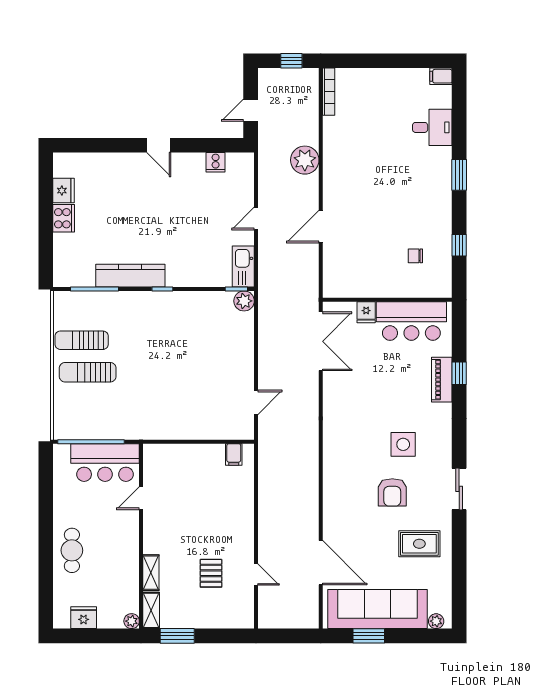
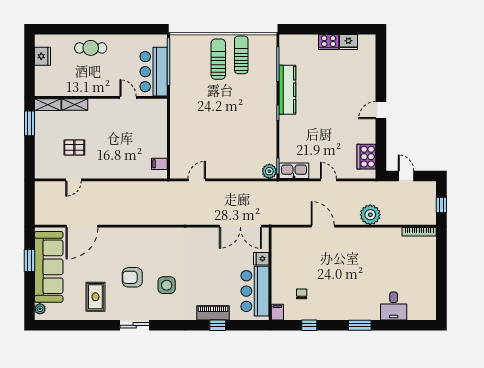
filing cabinet: (441, 76) -> (277, 312), moved
cooker: (216, 162) -> (366, 157), width x1.87, depth x1.31
door: (256, 402) -> (197, 180), swing flipped
plant: (132, 621) -> (40, 91), removed

